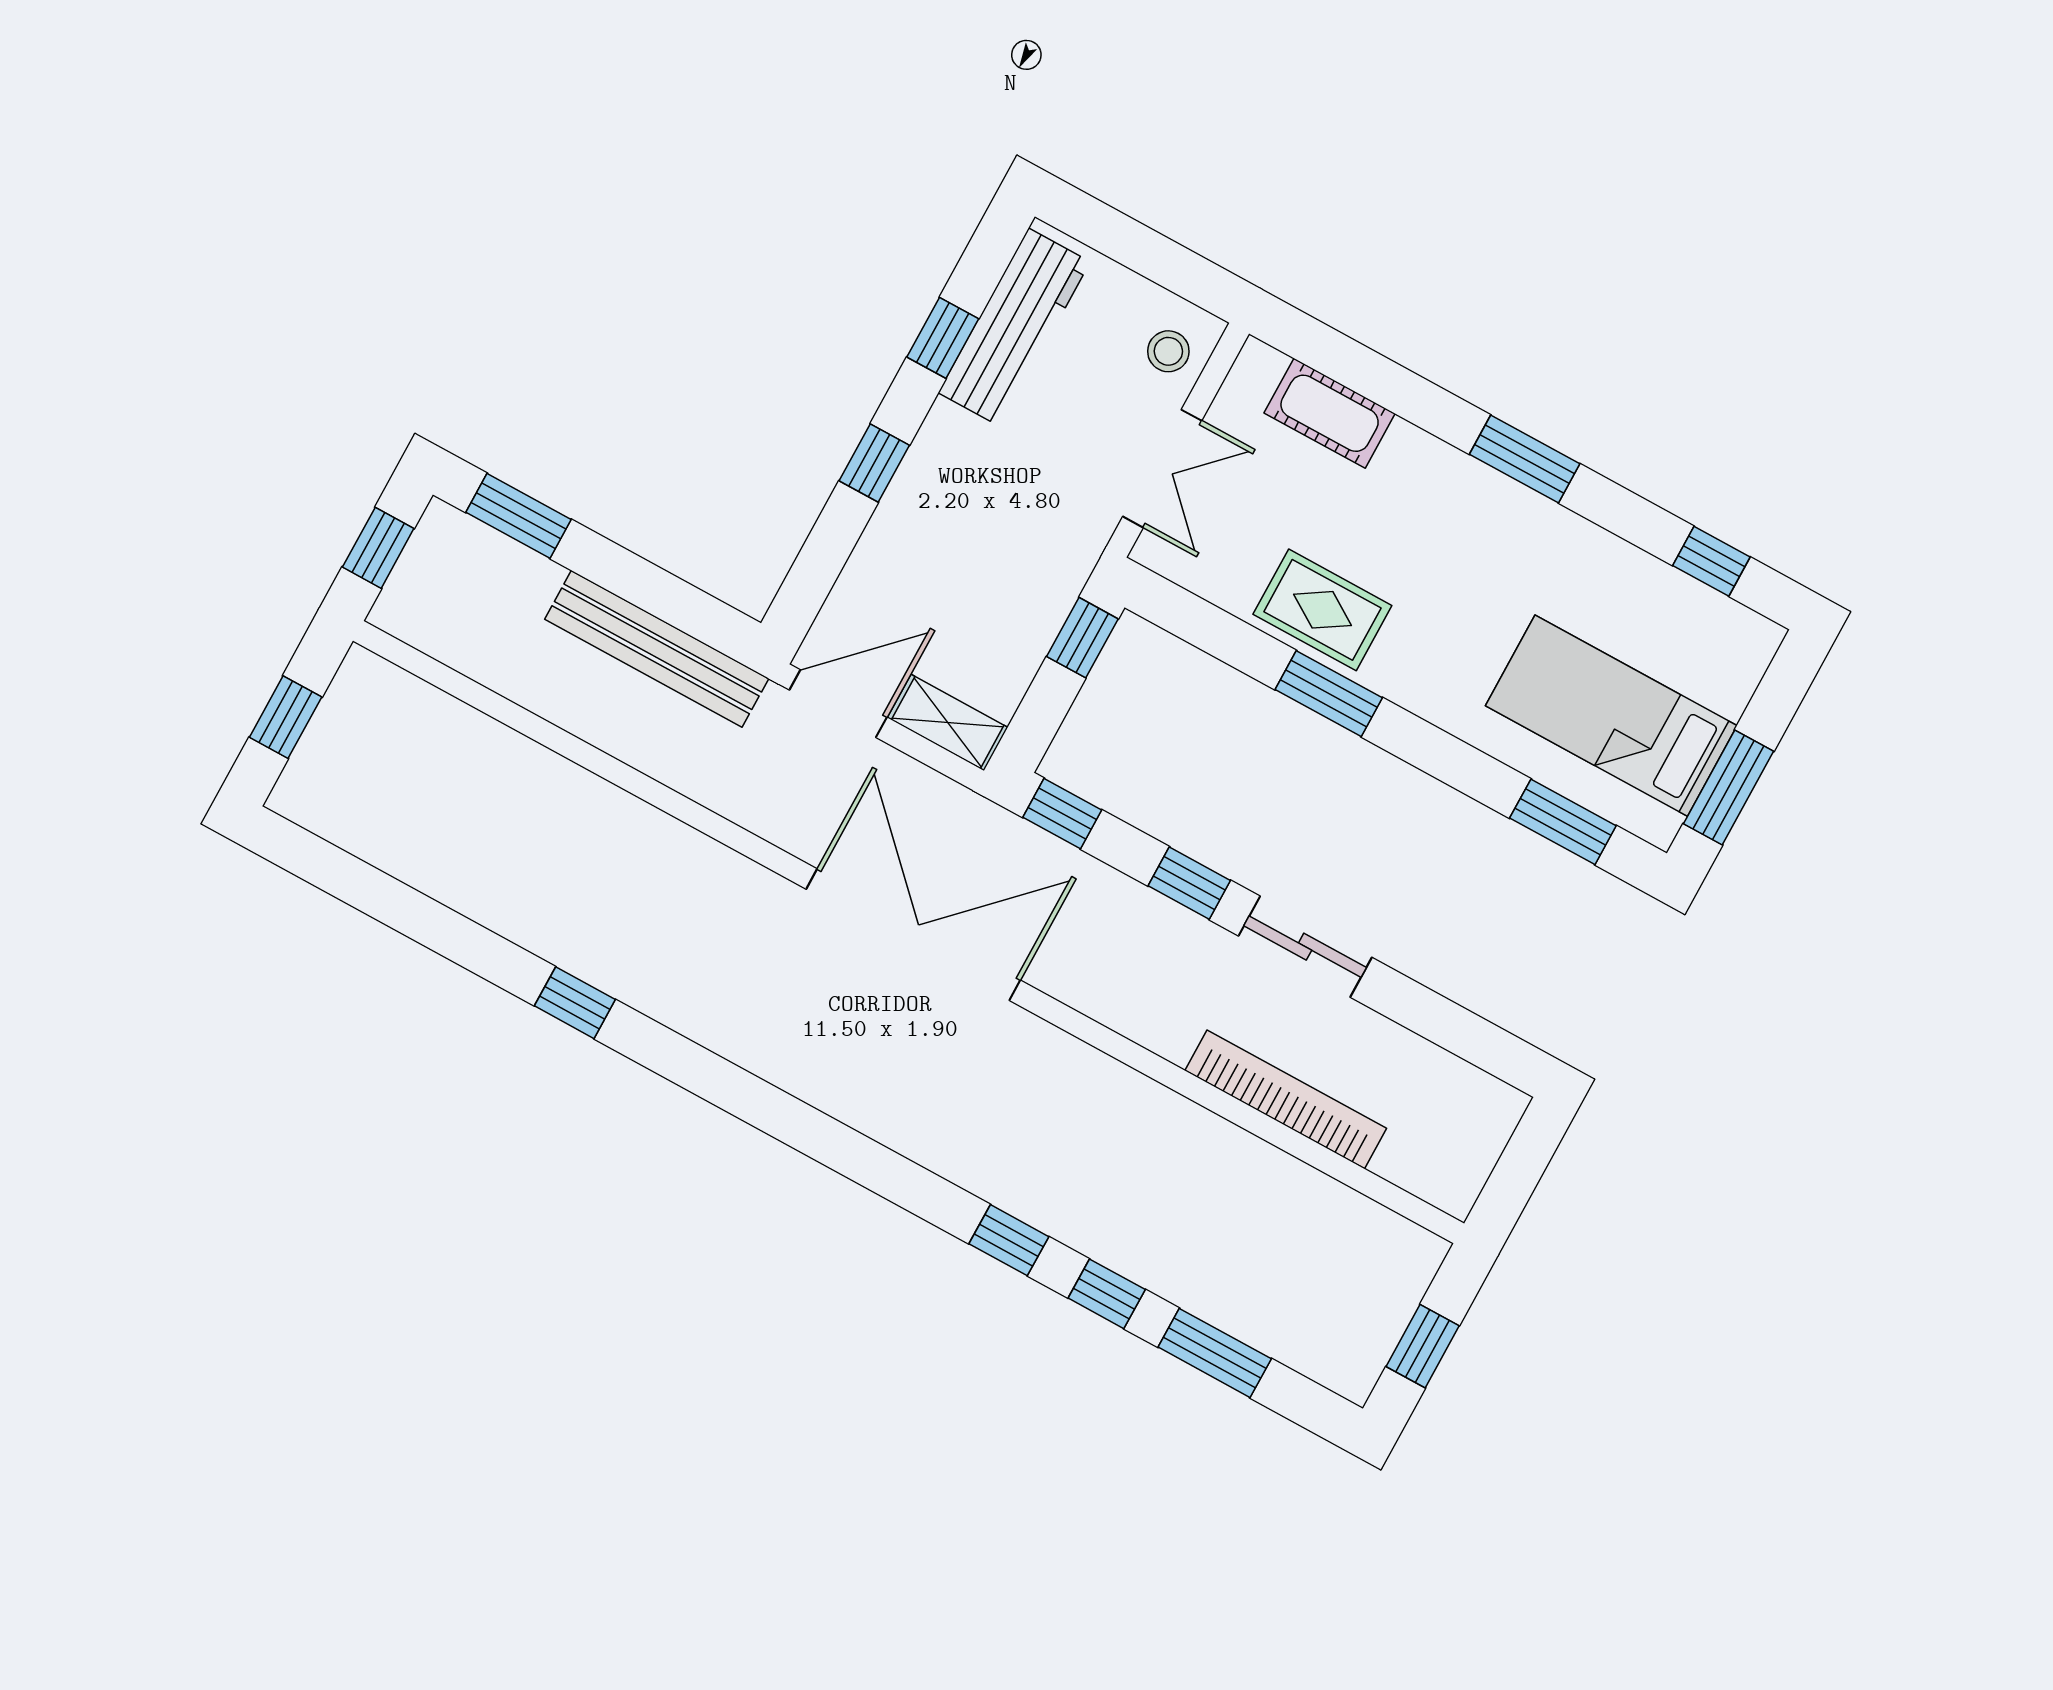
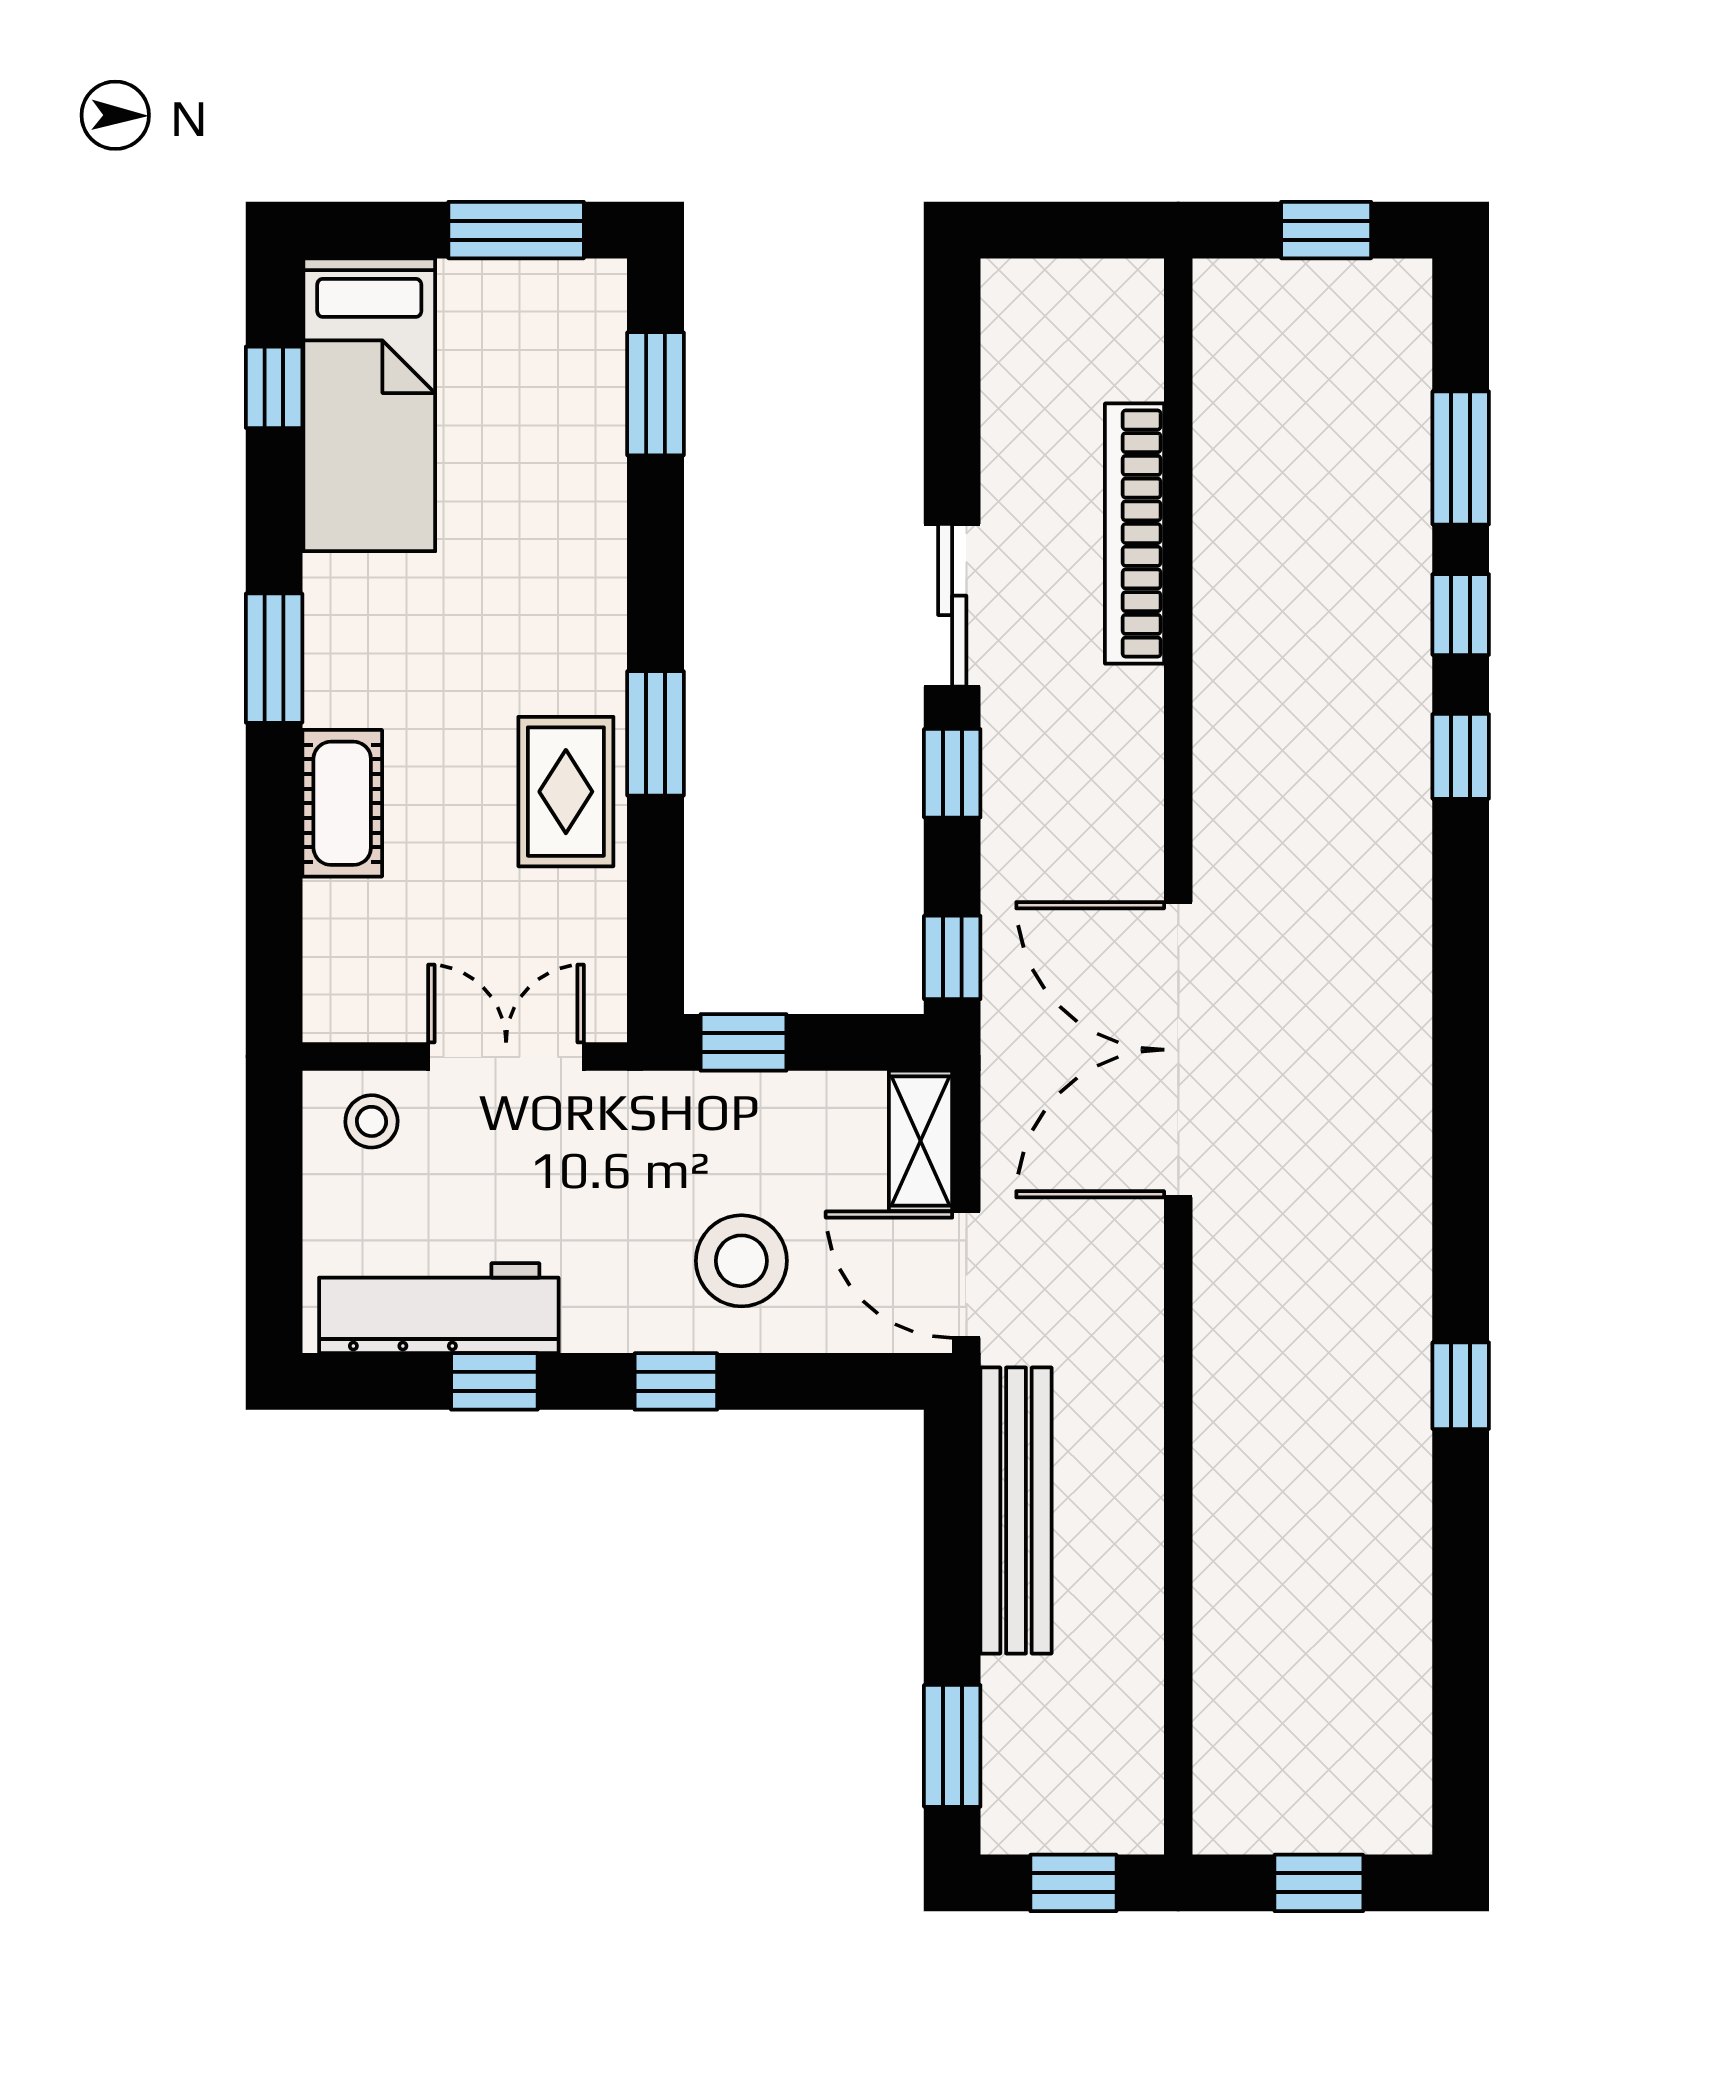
cot: (1330, 413) -> (342, 803), moved
stool: (933, 554) -> (741, 1261), added
bed: (1611, 716) -> (369, 405), moved

